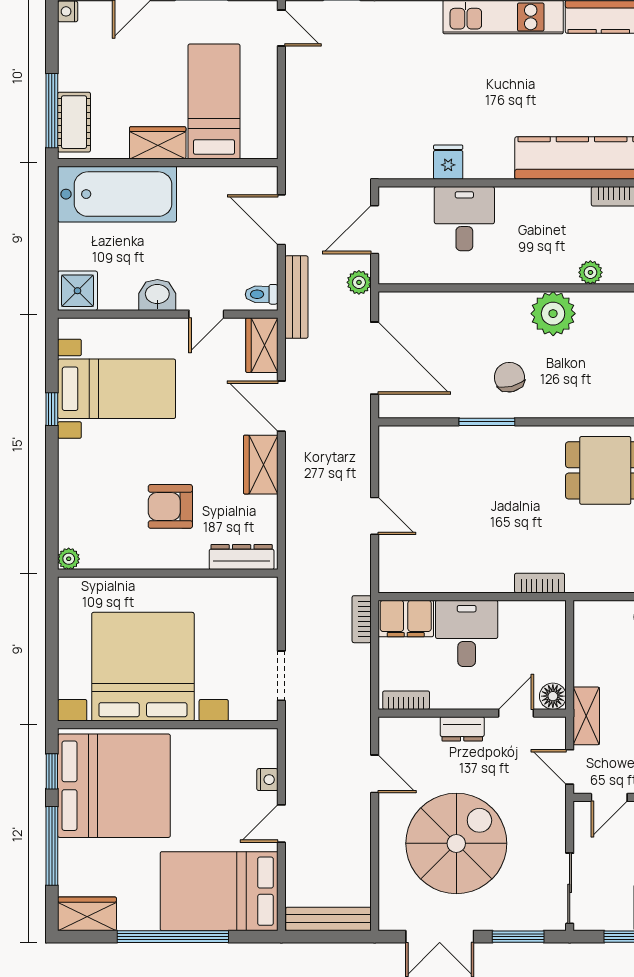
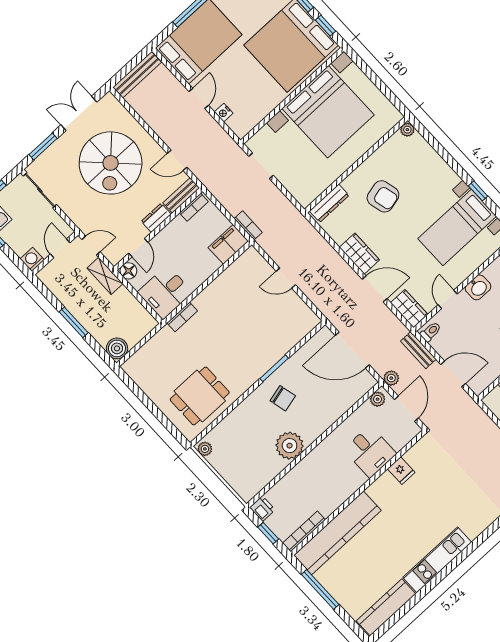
plant: (590, 272) -> (378, 399), moved
bench: (296, 297) -> (418, 350), width x0.73
armchair: (170, 506) -> (383, 196), turned 76
desk: (467, 633) -> (165, 292), moved, turned 90
bench: (408, 728) -> (181, 195), added

